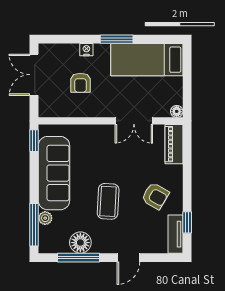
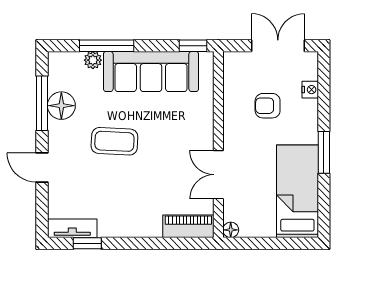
nightstand: (86, 50) -> (310, 90), moved
armchair: (155, 196) -> (121, 202), removed
window: (34, 225) -> (107, 46), moved

